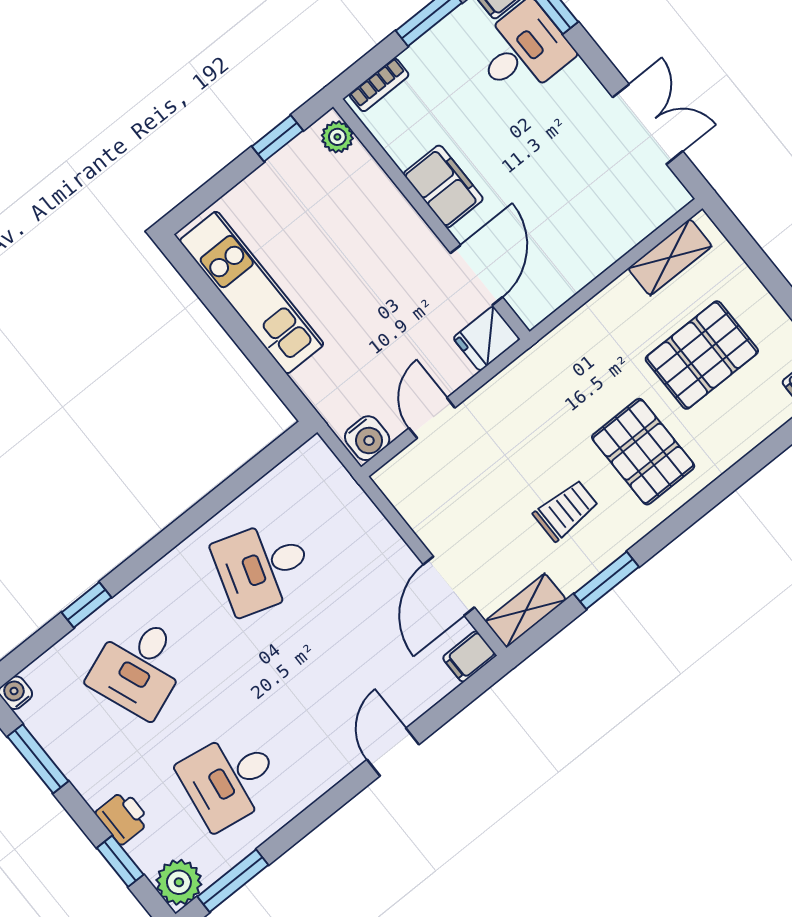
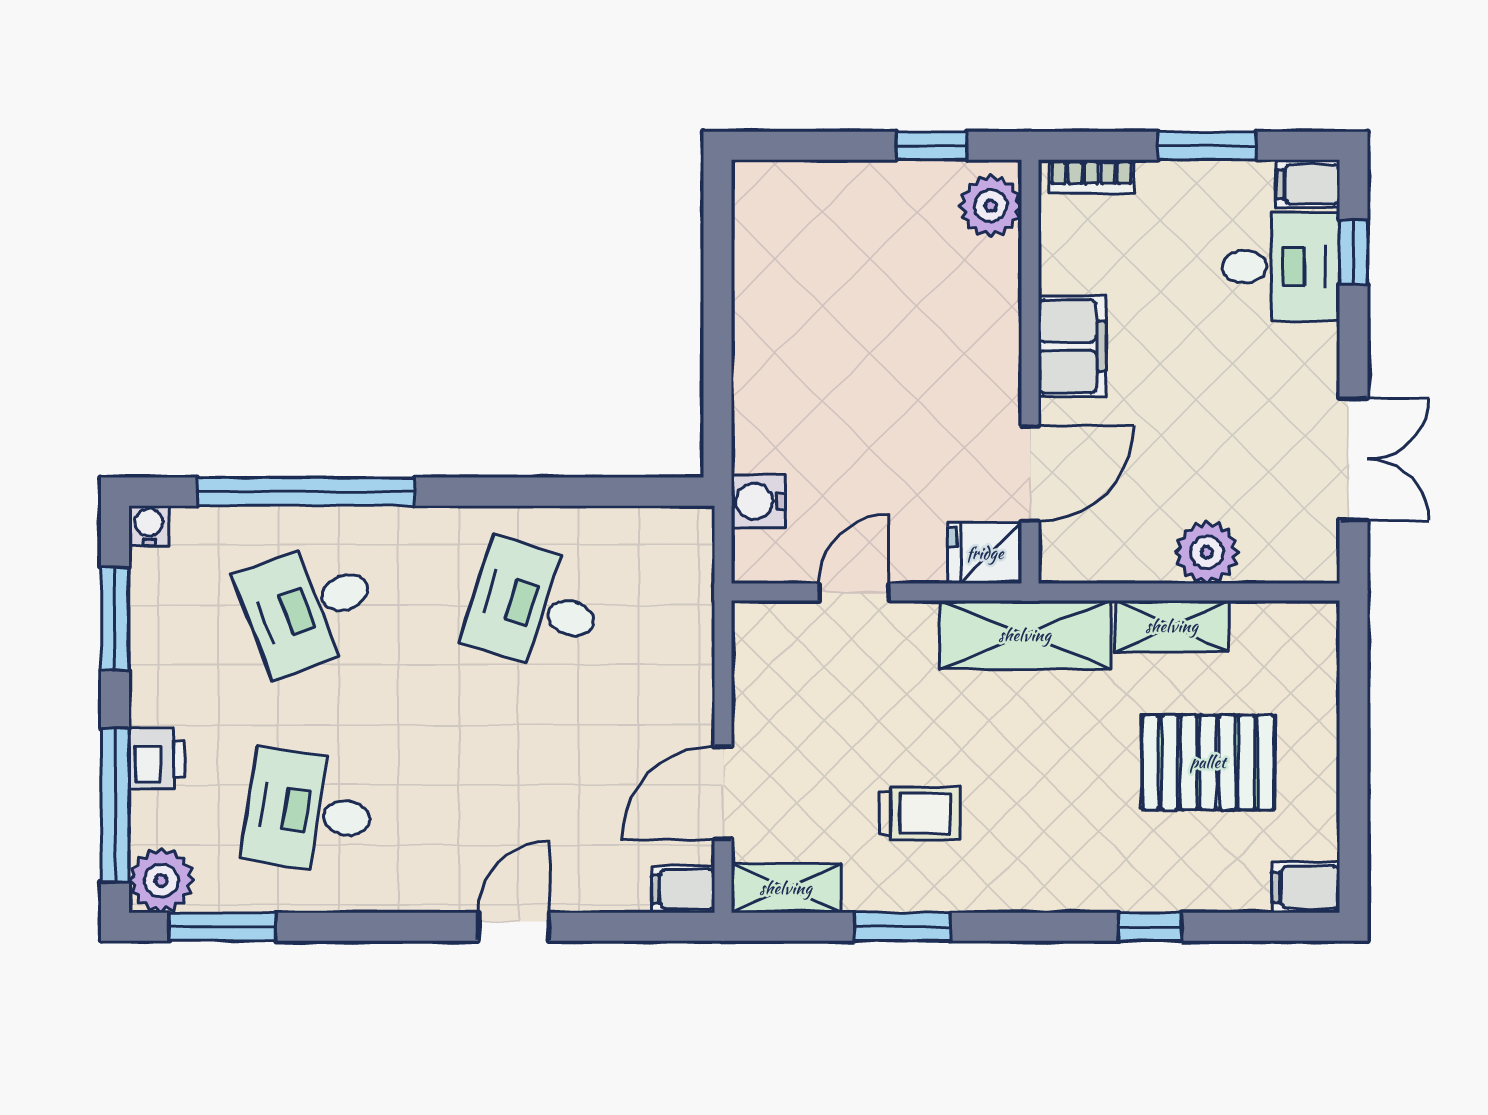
plant: (337, 137) -> (991, 206), width x1.38, depth x1.38
plant: (608, 240) -> (1207, 552), added
shelving: (670, 257) -> (1172, 626), moved
kitchen unit: (252, 292) -> (766, 293), removed
shelving: (545, 366) -> (1025, 635), added
water cooler: (367, 438) -> (758, 501), moved, turned 90
pallet: (643, 452) -> (1057, 817), removed
window: (743, 471) -> (1150, 927), added
window: (87, 605) -> (306, 492), width x3.17
window: (120, 861) -> (115, 805), width x2.17

